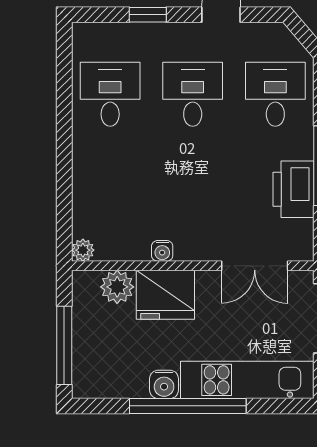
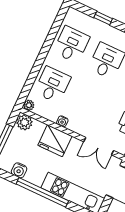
desk: (110, 189) -> (52, 85), added
plant: (117, 287) -> (24, 122), moved
water cooler: (164, 384) -> (19, 170), moved

